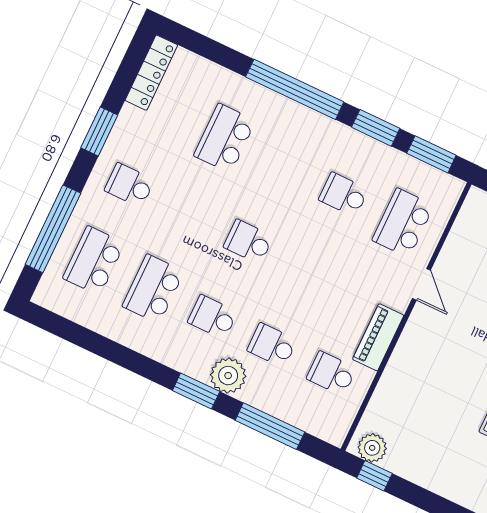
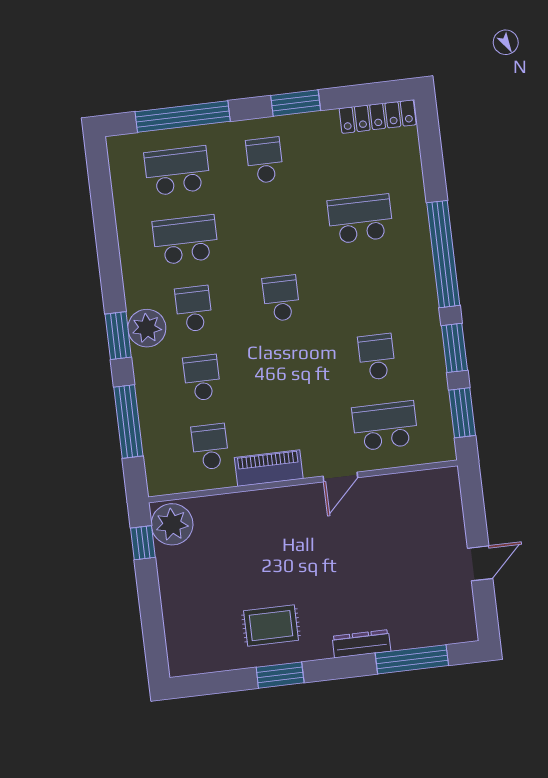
plant: (228, 376) -> (147, 328), moved
plant: (372, 448) -> (172, 524), width x1.36, depth x1.36

